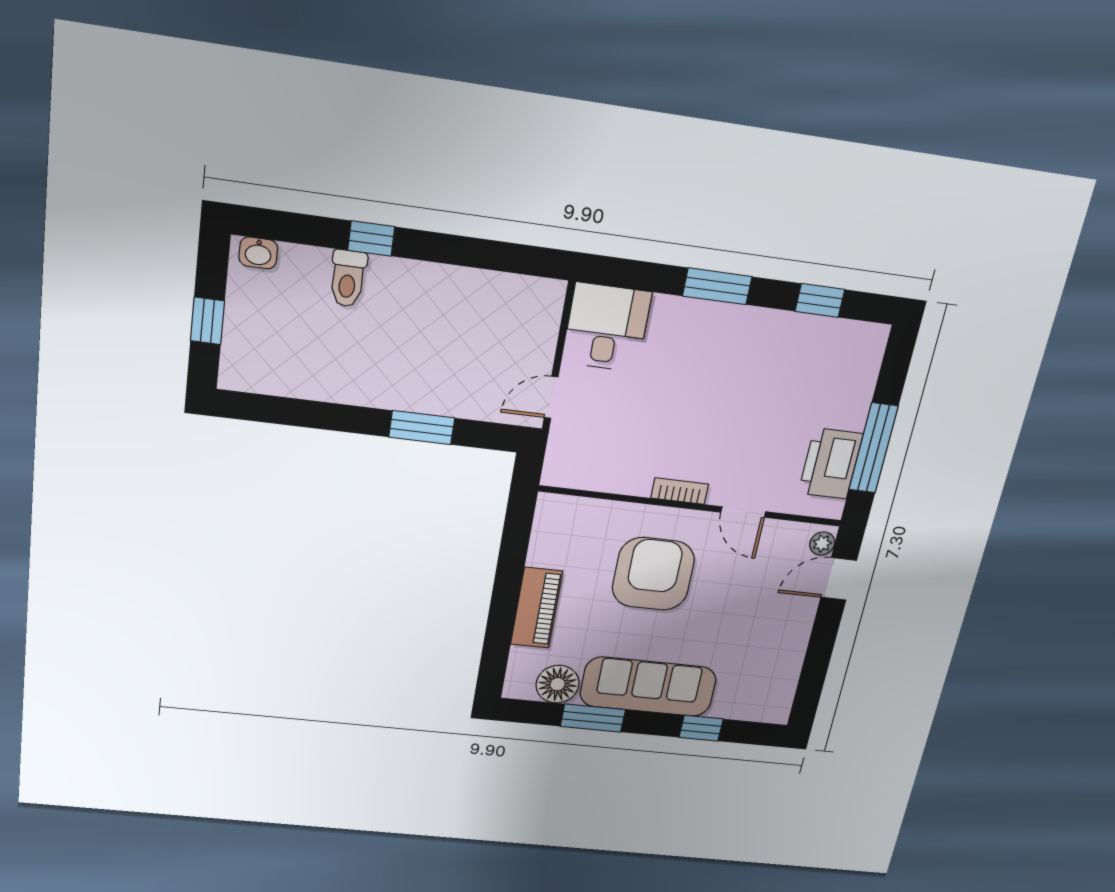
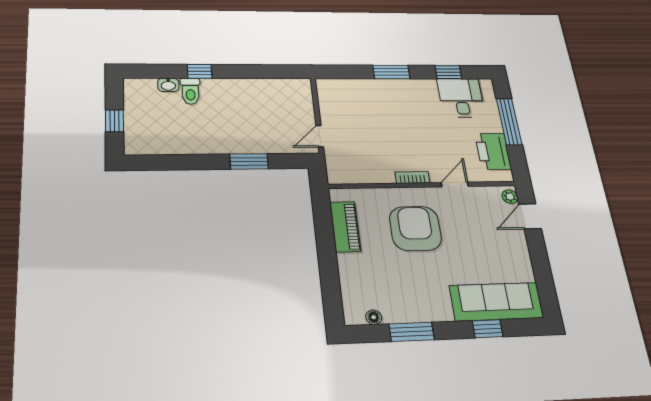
washbasin: (258, 253) -> (168, 85), moved
desk: (607, 327) -> (461, 98), moved
window: (873, 448) -> (509, 122), moved
door: (743, 512) -> (455, 185), swing flipped
piano: (536, 608) -> (345, 227), moved
floor lamp: (558, 684) -> (374, 317), width x0.53, depth x0.53
sofa: (648, 687) -> (496, 302), moved

